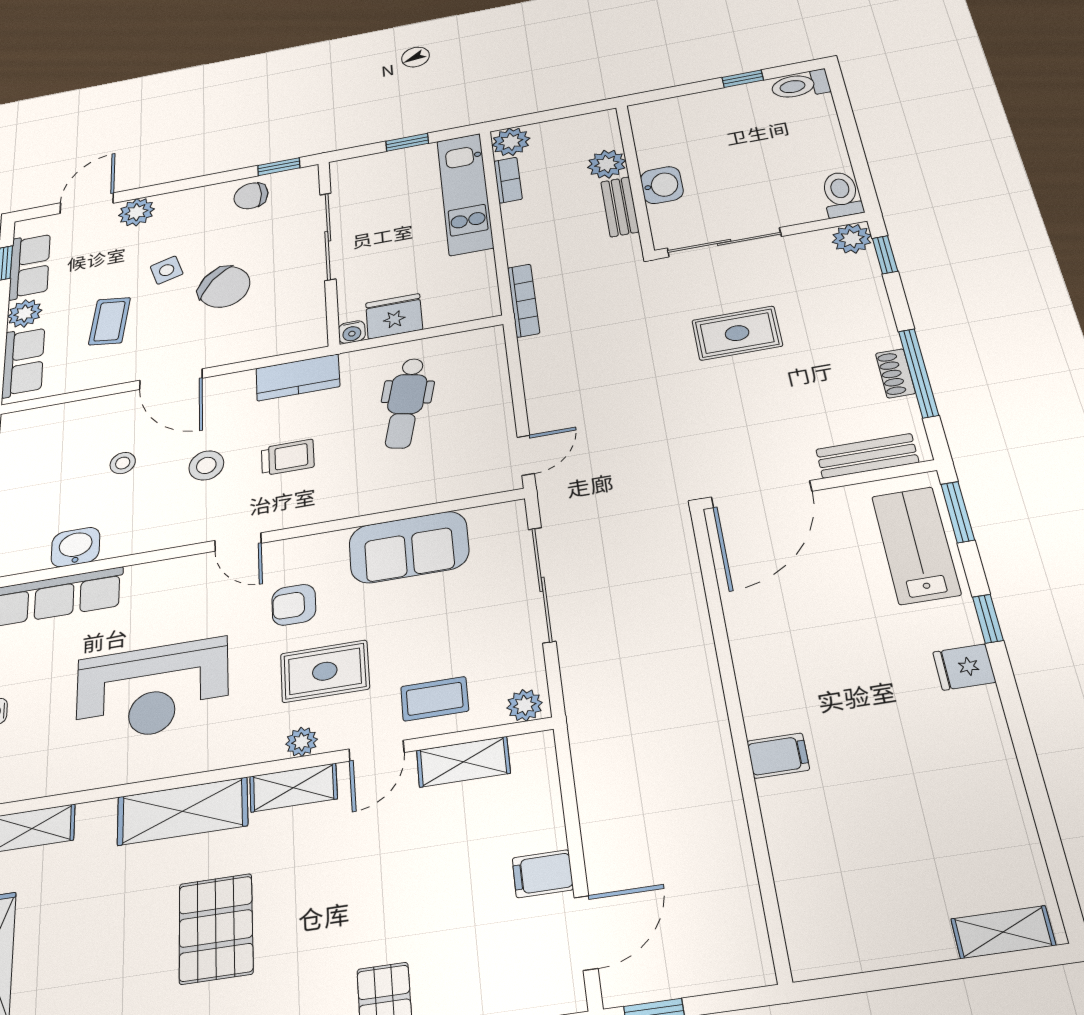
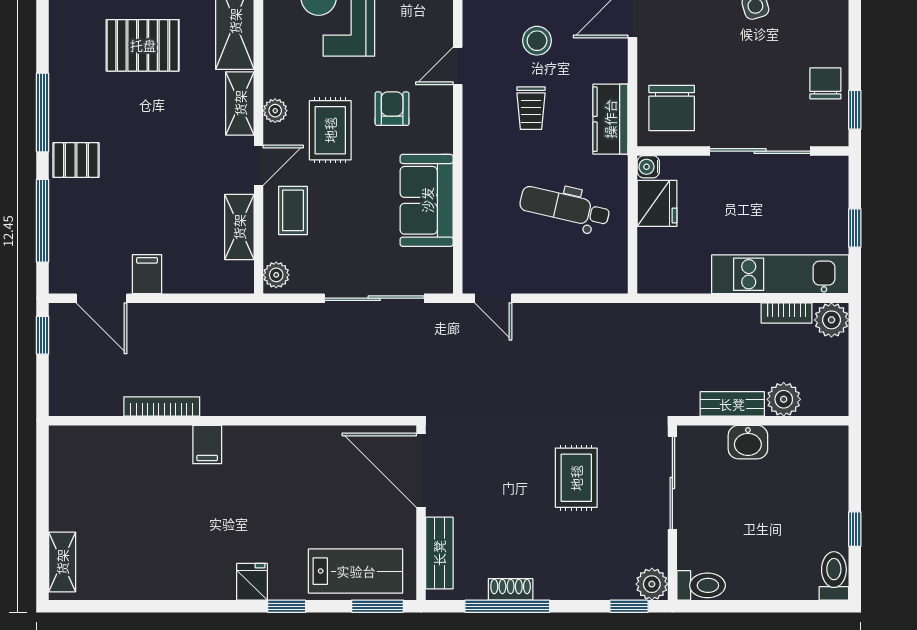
chair: (224, 287) -> (672, 108), moved, turned -42
bookcase: (524, 300) -> (162, 406), moved, turned 180
door: (376, 751) -> (259, 165), swing flipped

